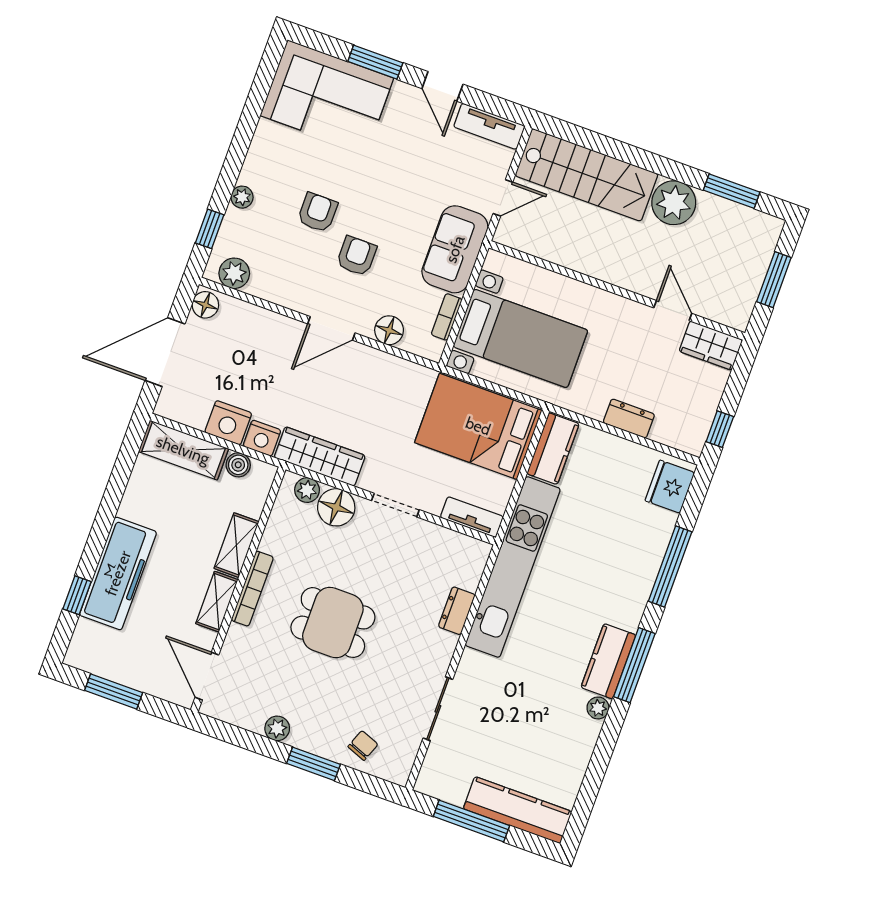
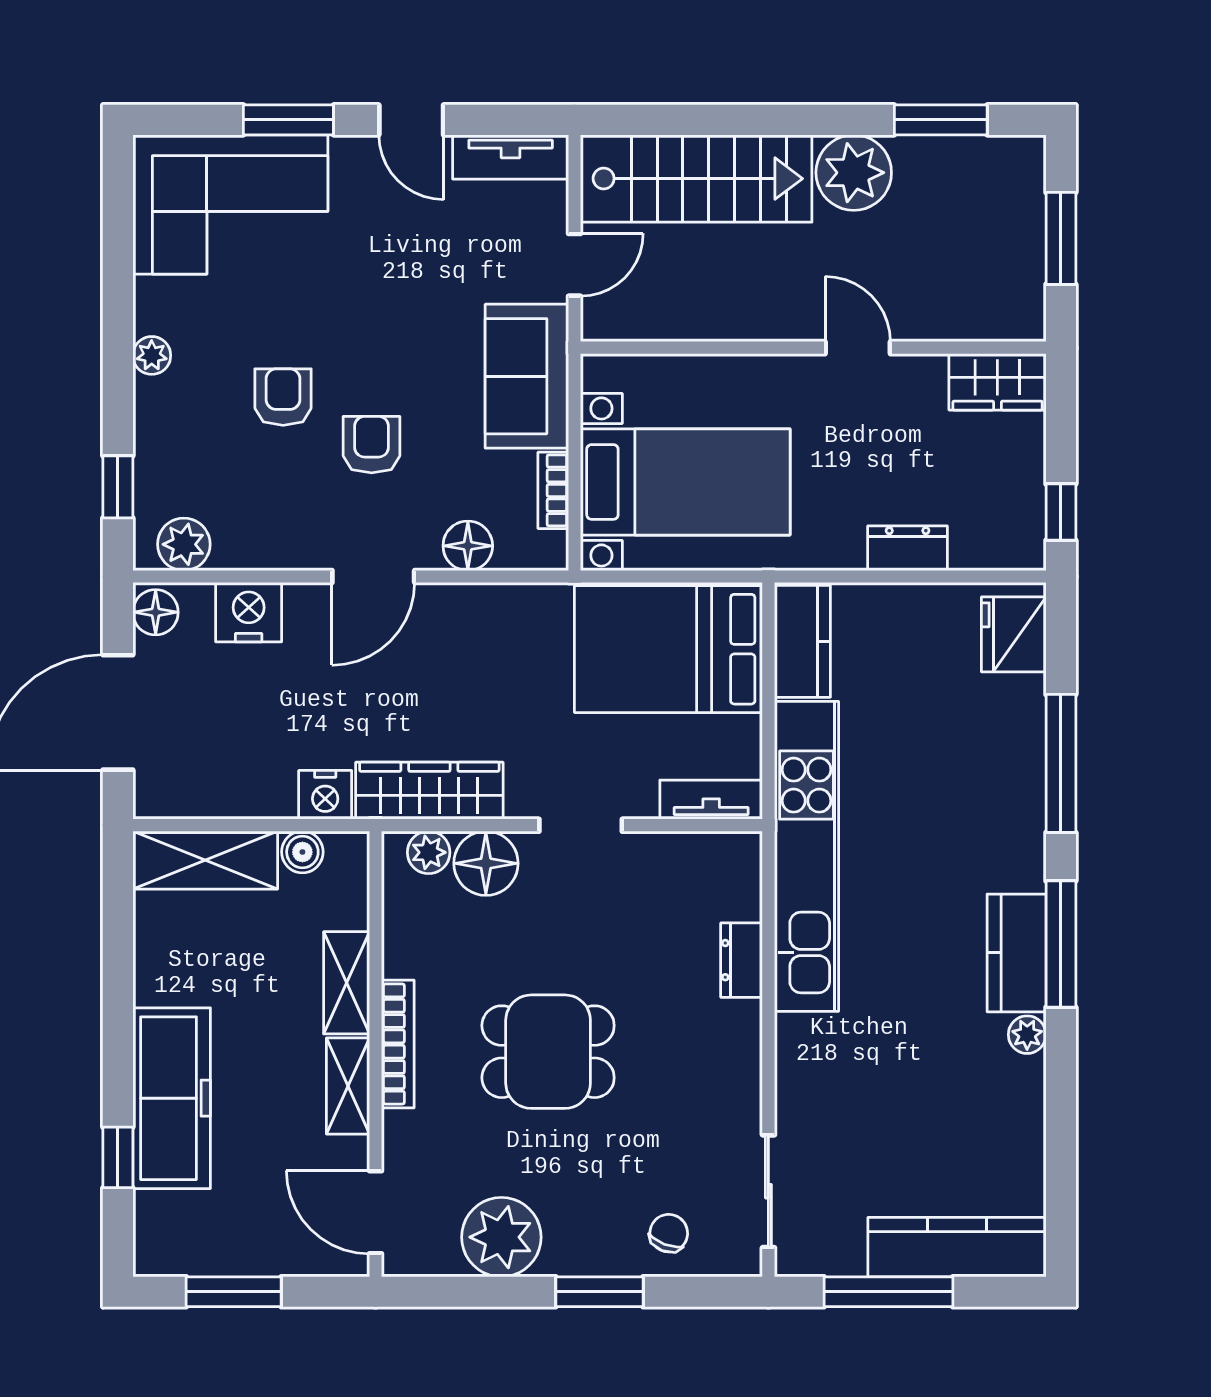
plant: (242, 197) -> (152, 355), moved
door: (673, 311) -> (858, 348), moved
nightstand: (228, 423) -> (249, 612), moved, turned 180
sliding door: (438, 709) -> (768, 1191), moved
plant: (277, 728) -> (501, 1237), width x1.88, depth x1.88

